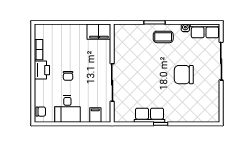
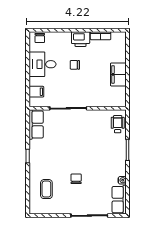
filing cabinet: (99, 32) -> (118, 74), moved
wheelchair: (128, 32) -> (118, 124), added
coffee table: (163, 37) -> (46, 189), moved
chair: (184, 75) -> (76, 179), width x0.54, depth x0.54
row of seats: (150, 115) -> (36, 125), moved

